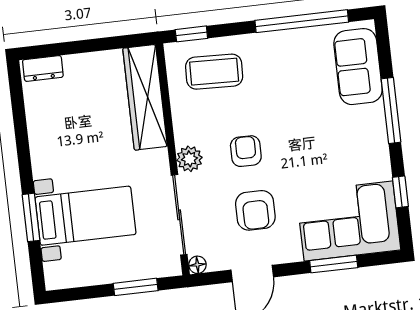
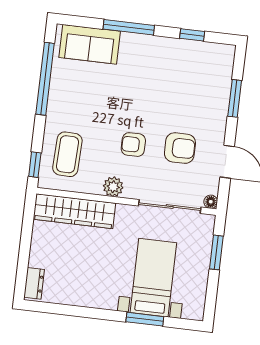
plant: (189, 159) -> (113, 187), moved
corner sofa: (348, 221) -> (205, 79), removed

